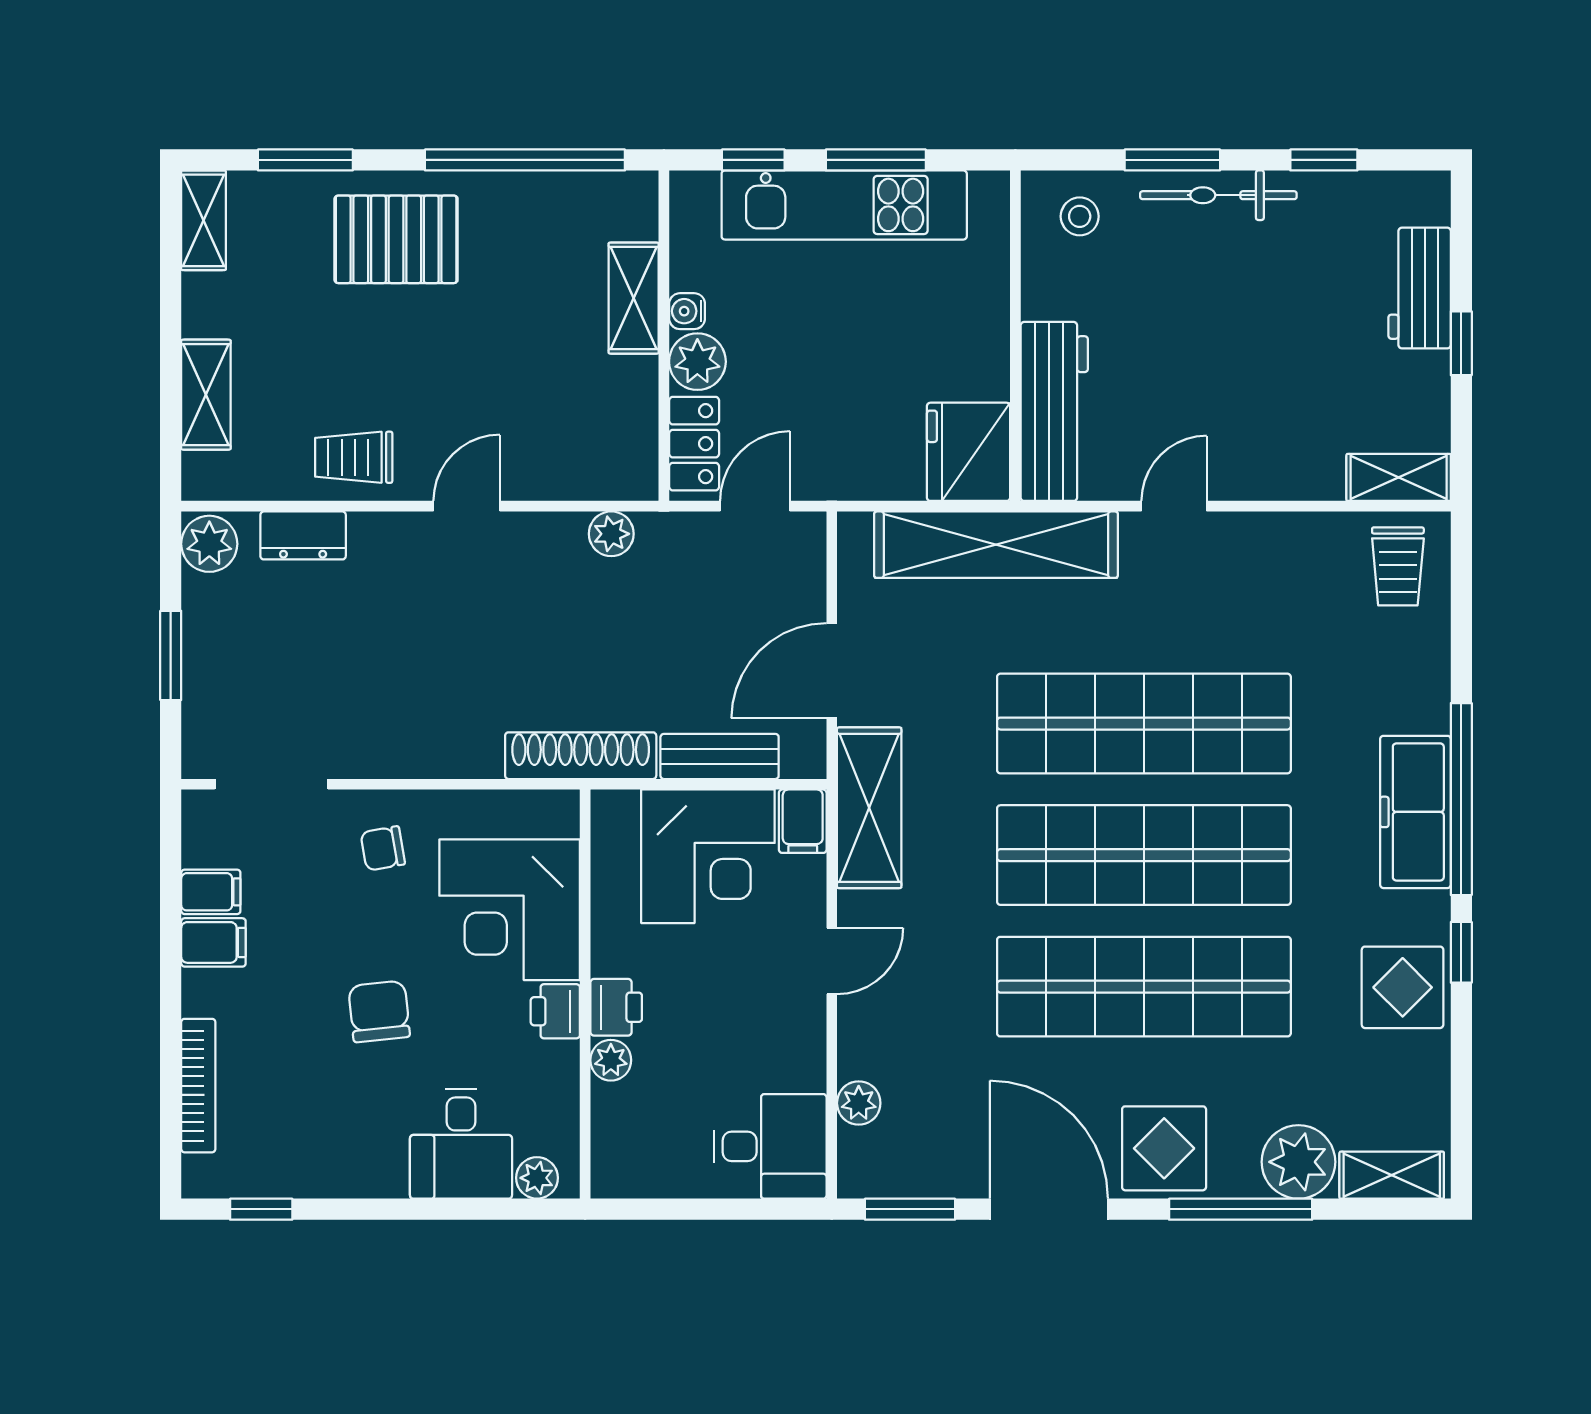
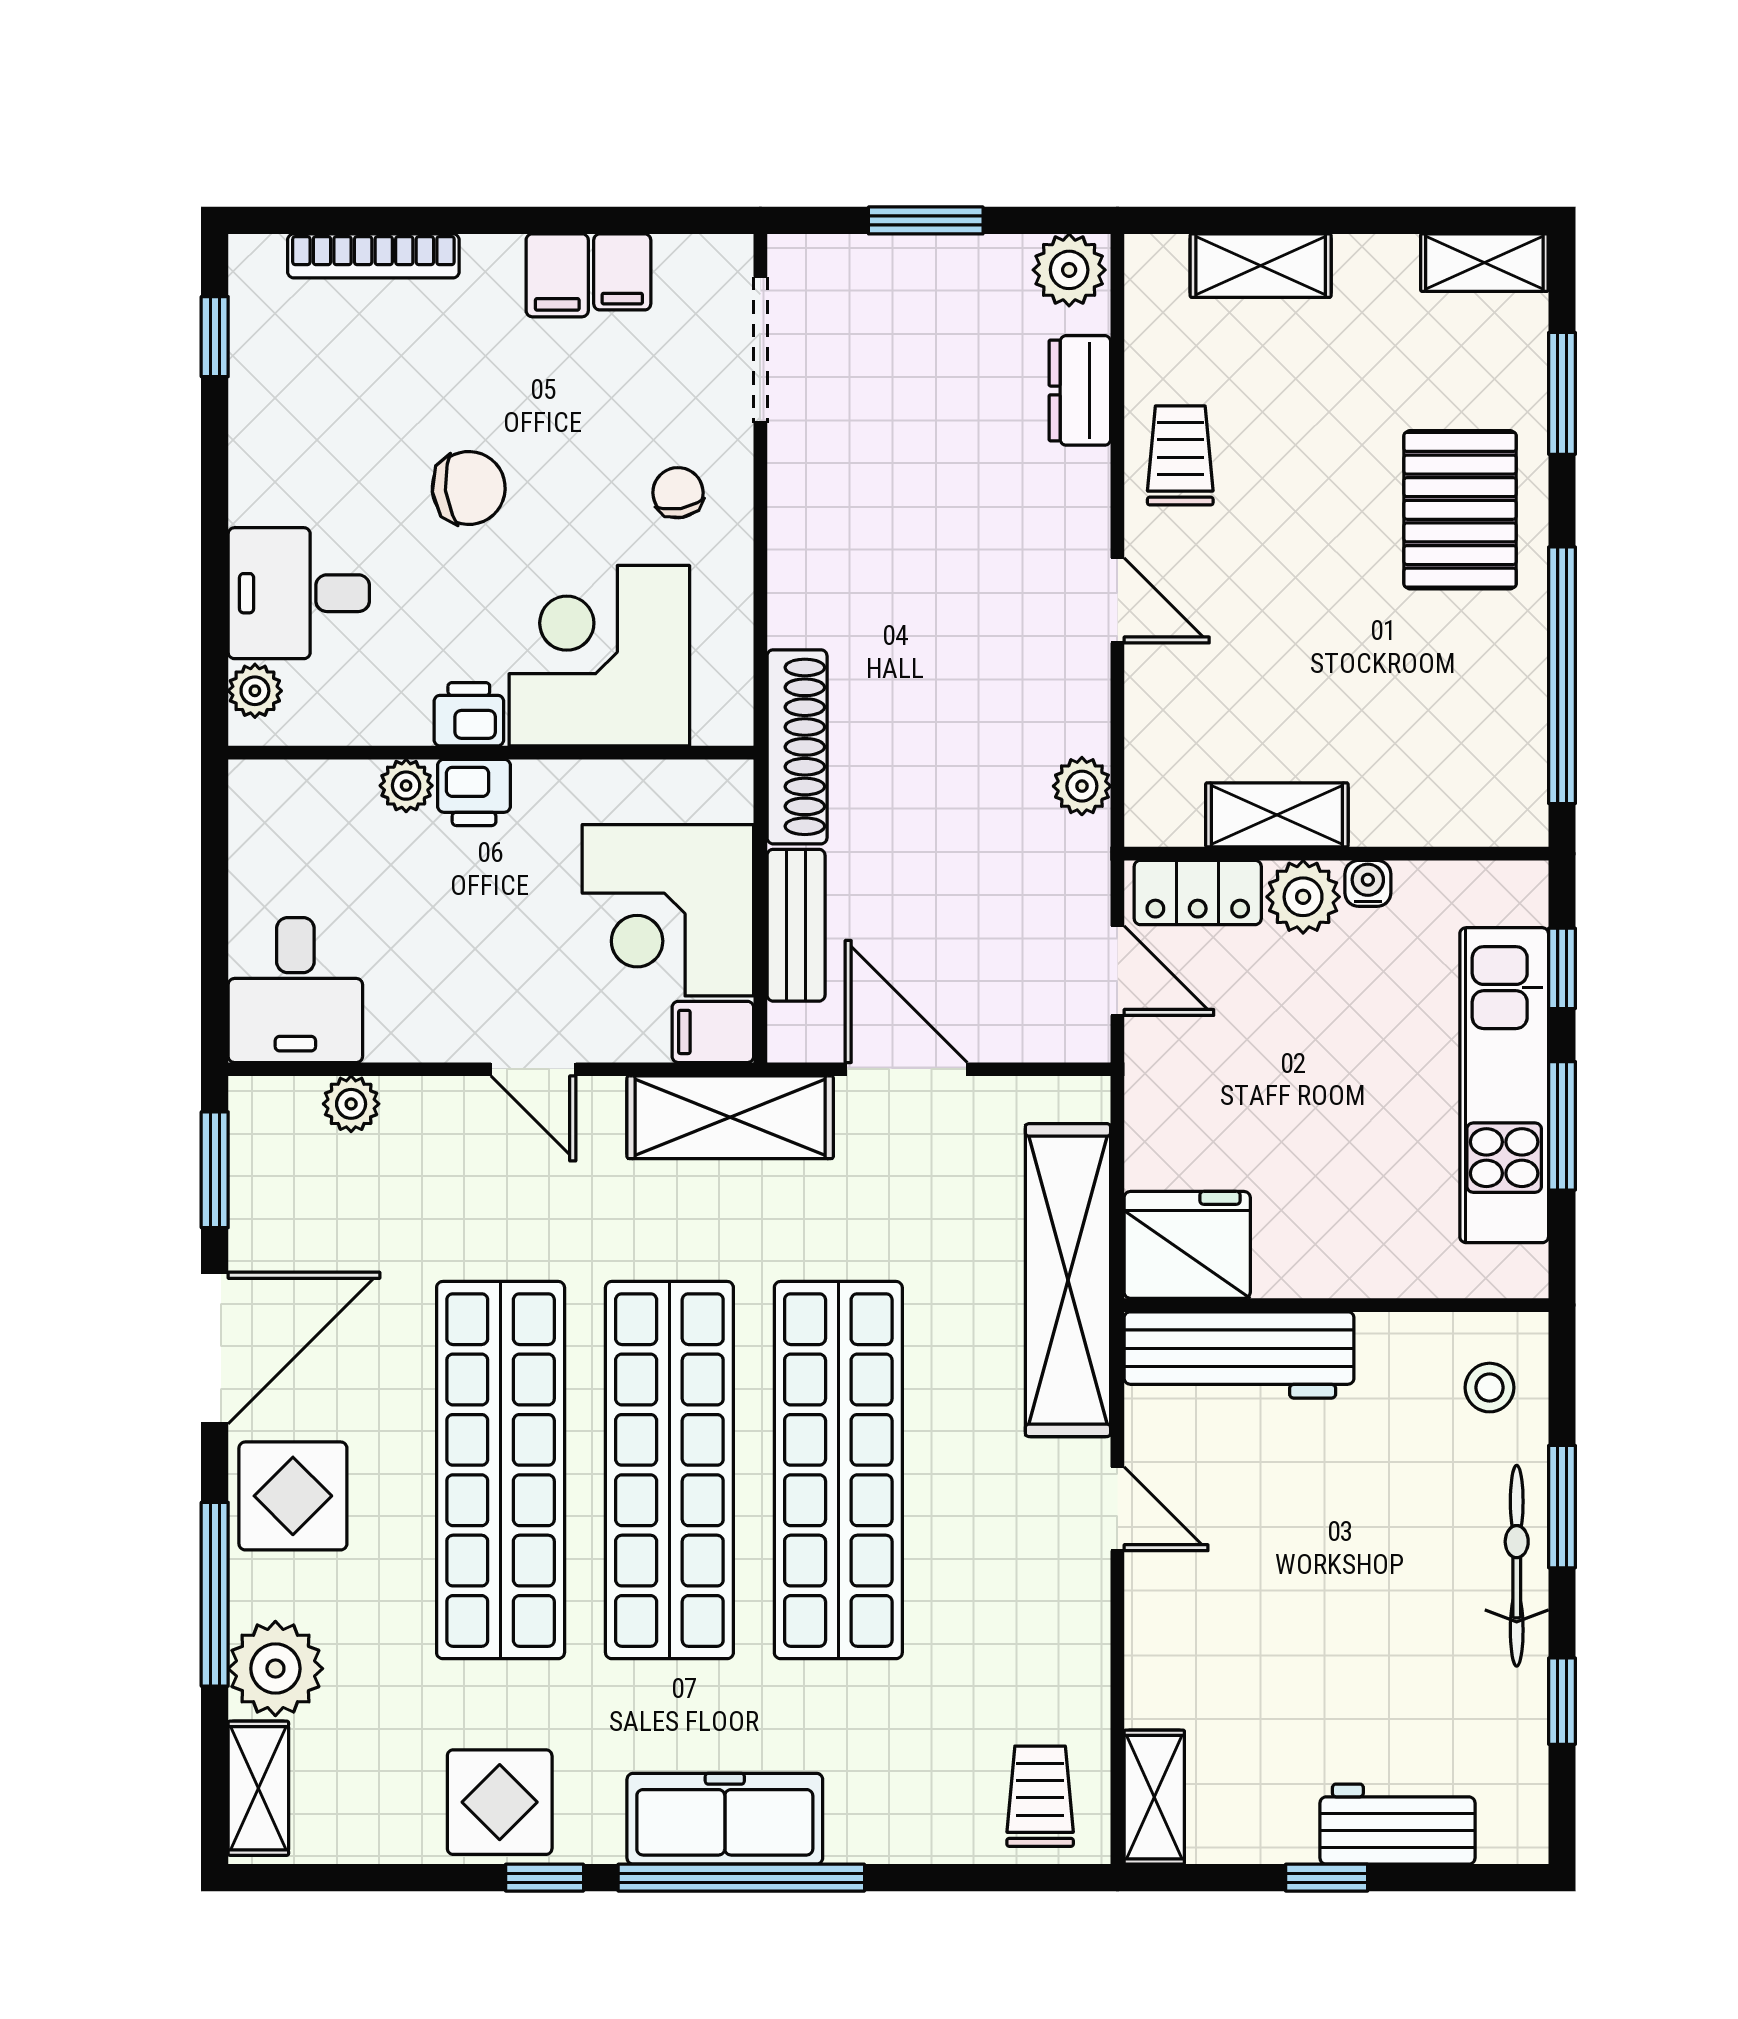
shelving: (634, 298) -> (1277, 815), moved
trolley: (1398, 566) -> (1040, 1796), turned 90

